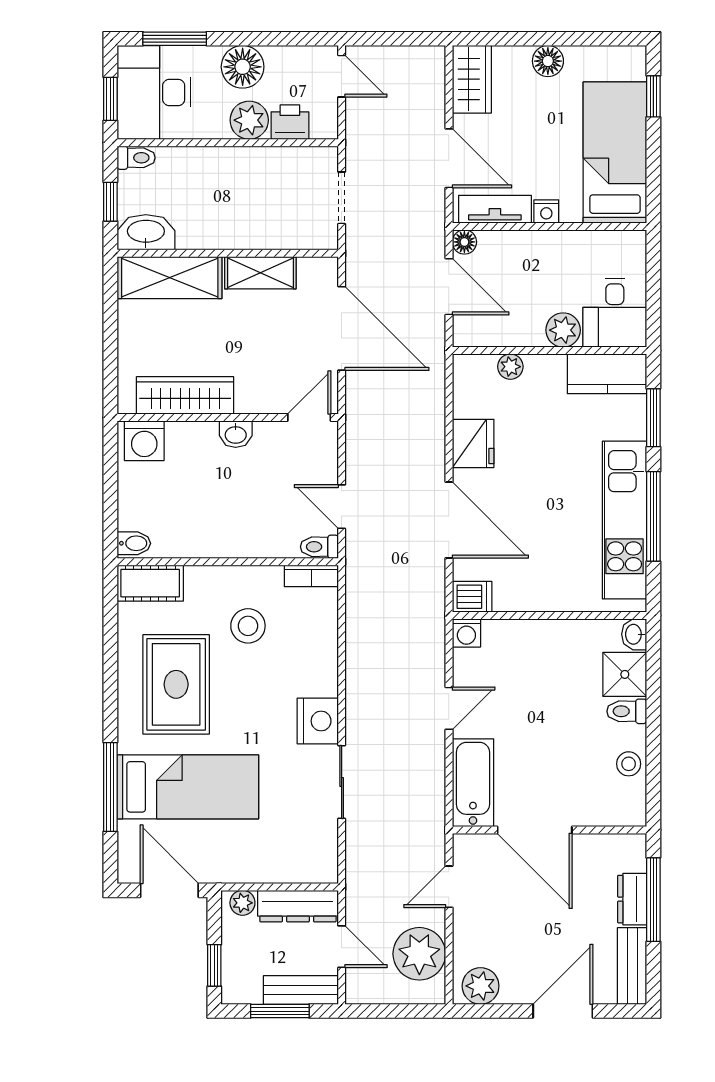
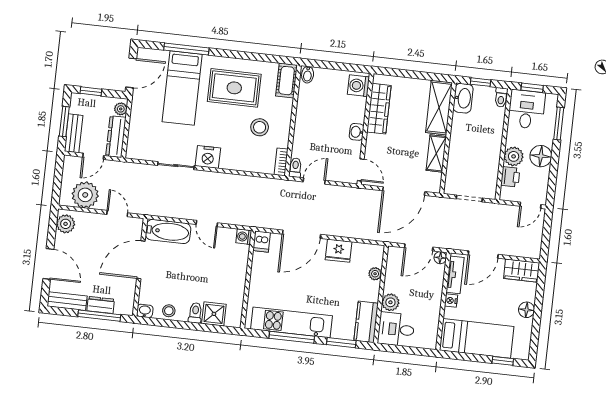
desk: (154, 92) -> (526, 109), width x0.73
washbasin: (634, 634) -> (145, 311), moved

